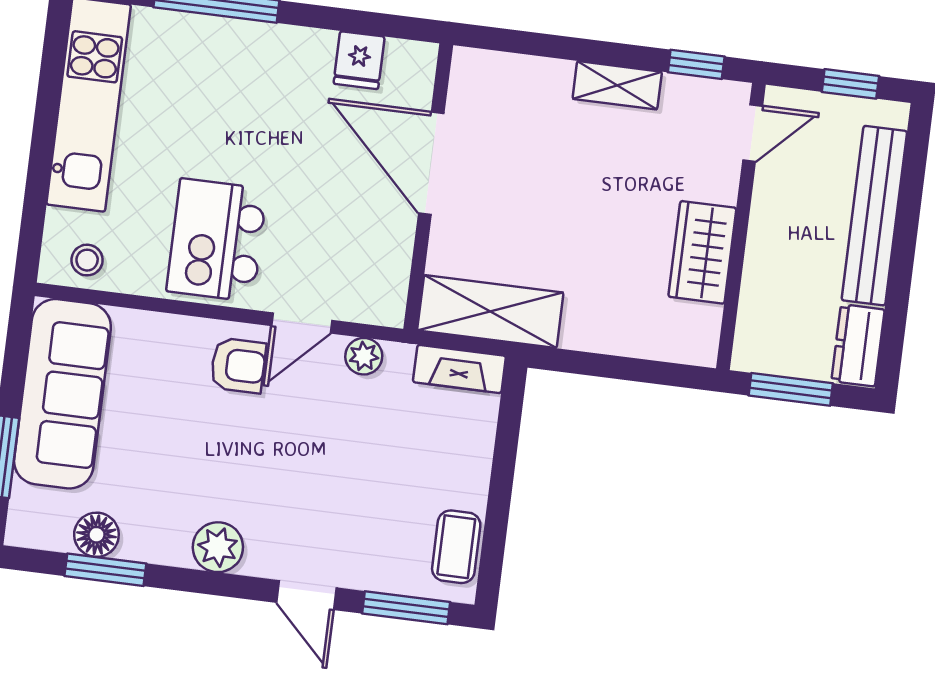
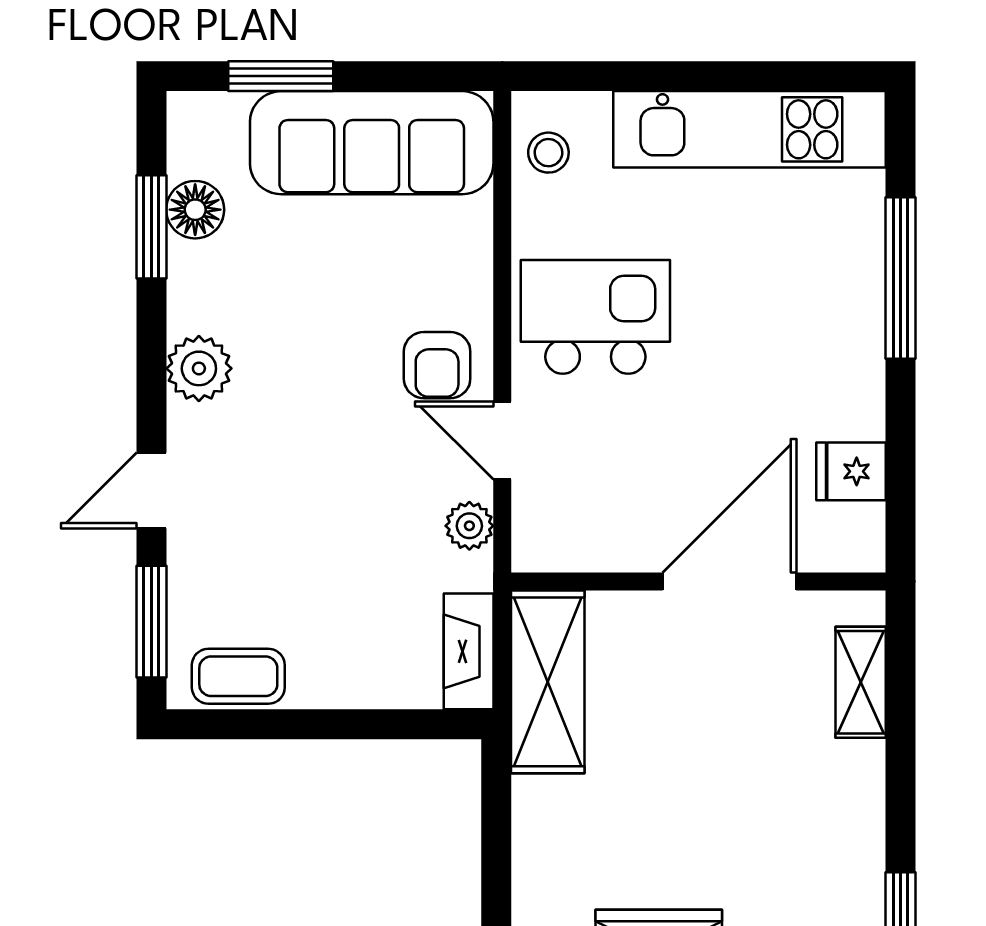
shelving: (617, 85) -> (861, 682), moved

